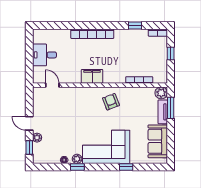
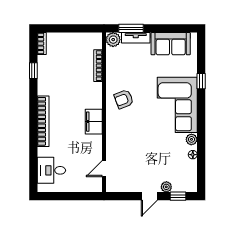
window: (171, 54) -> (67, 28), removed
desk: (44, 55) -> (51, 170), moved, turned 90
window: (77, 167) -> (201, 139), removed

